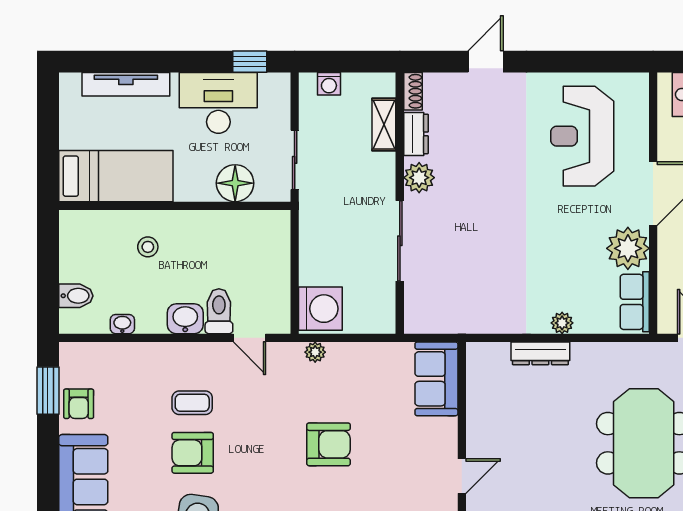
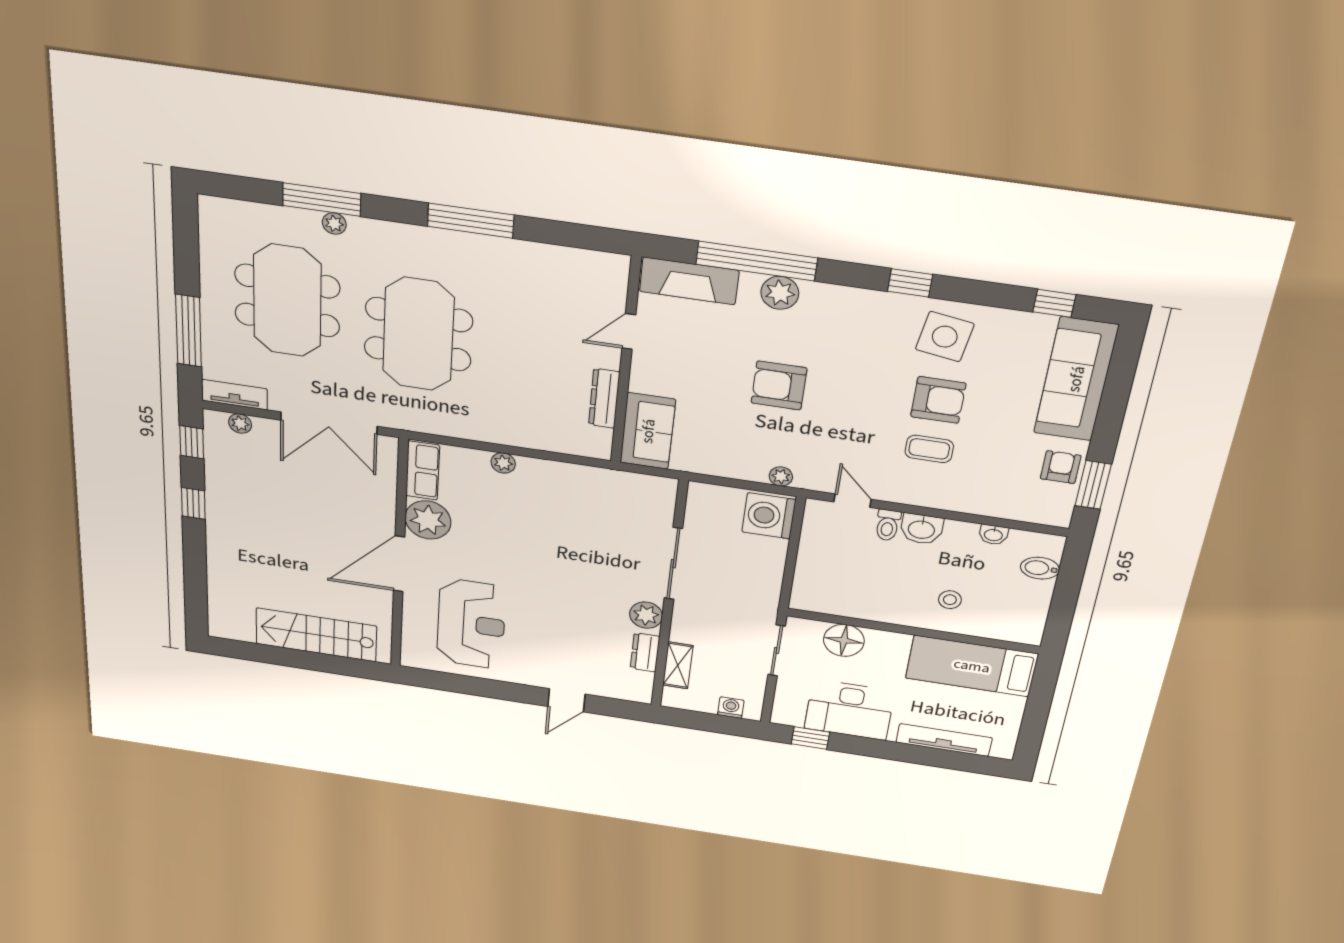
shoe rack: (413, 91) -> (644, 688), removed
toilet: (219, 311) -> (888, 525), width x0.73, depth x0.72
dresser: (540, 353) -> (604, 398), moved, turned -90

